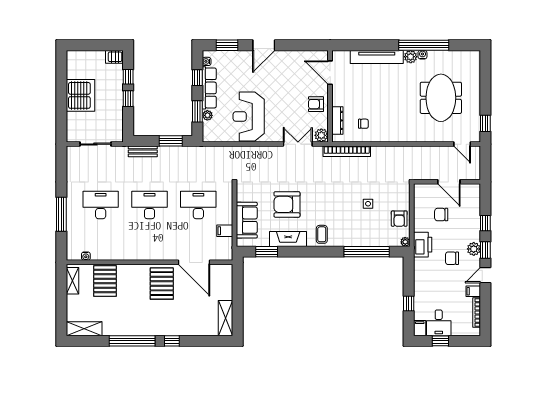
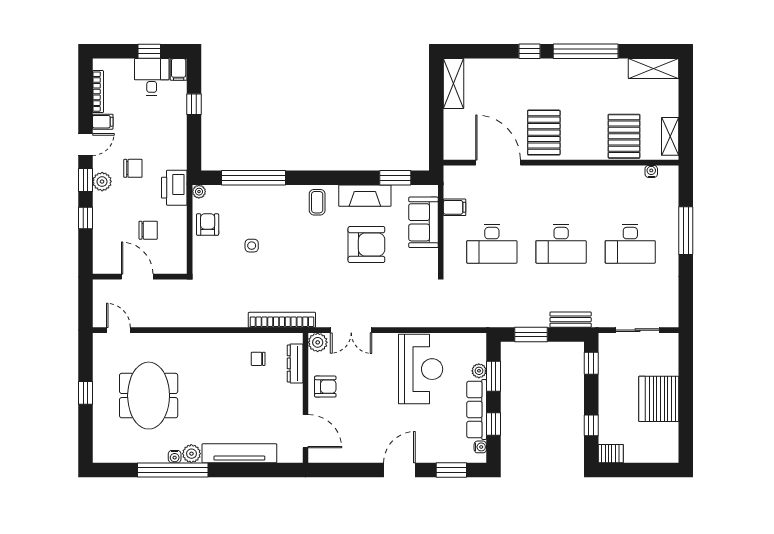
window: (128, 99) -> (591, 363), moved
window: (485, 123) -> (85, 393), moved

